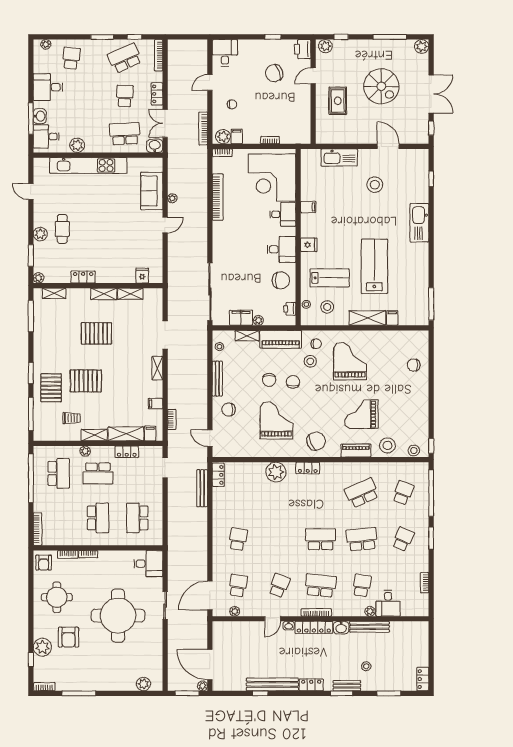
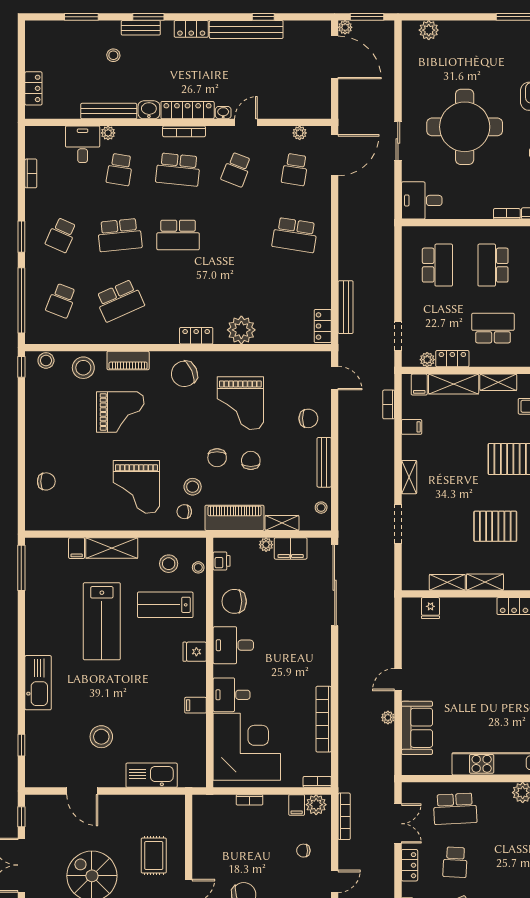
washbasin: (155, 146) -> (413, 792), removed
plant: (85, 451) -> (427, 360), moved
school desk: (238, 539) -> (295, 235), width x1.85
locker: (423, 679) -> (33, 88), moved

